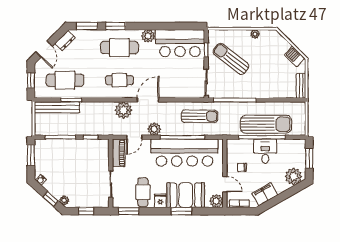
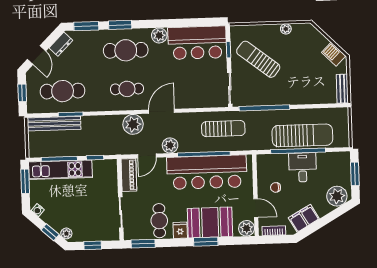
kitchen unit: (61, 146) -> (60, 170), added

